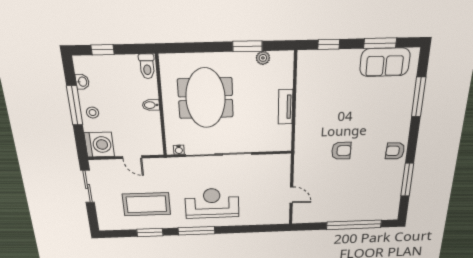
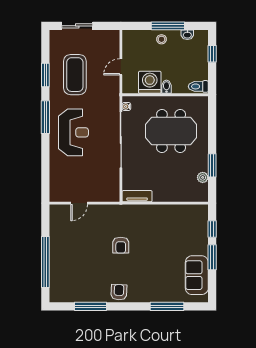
window: (380, 43) -> (212, 257), moved
tv unit: (286, 107) -> (137, 196), moved
washing machine: (99, 145) -> (150, 82), moved, turned 180
sliding door: (88, 187) -> (77, 26), moved

